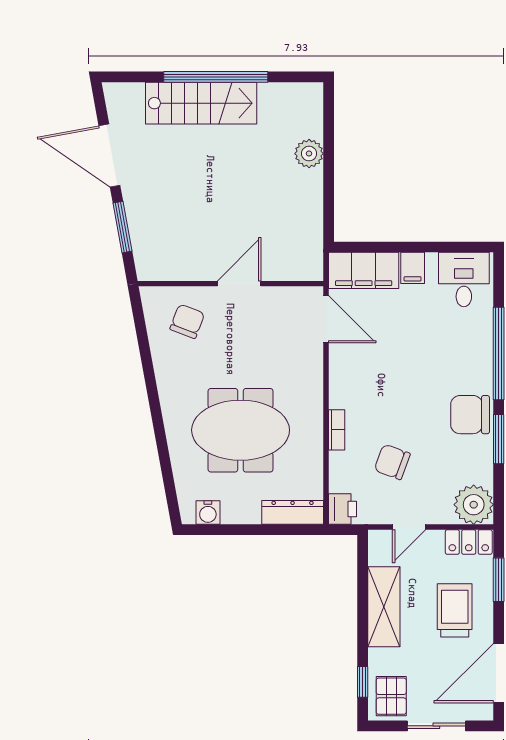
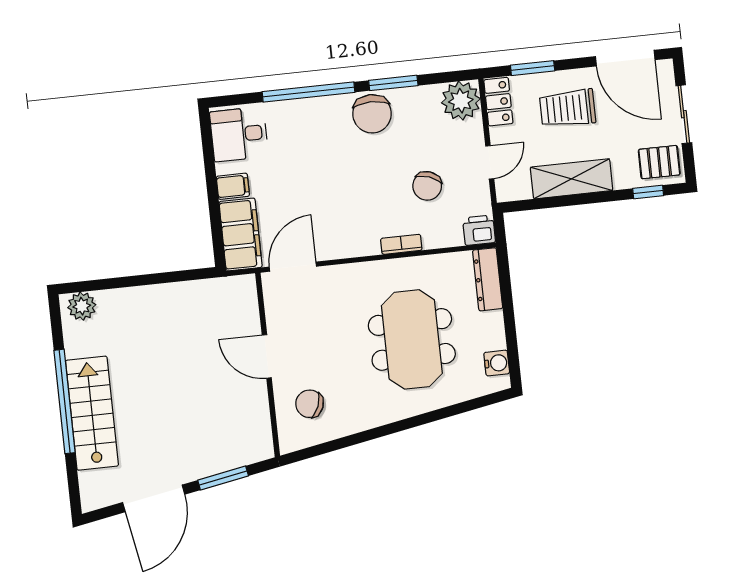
plant: (309, 154) -> (82, 306), moved
door: (409, 527) -> (490, 162), hinge flipped

